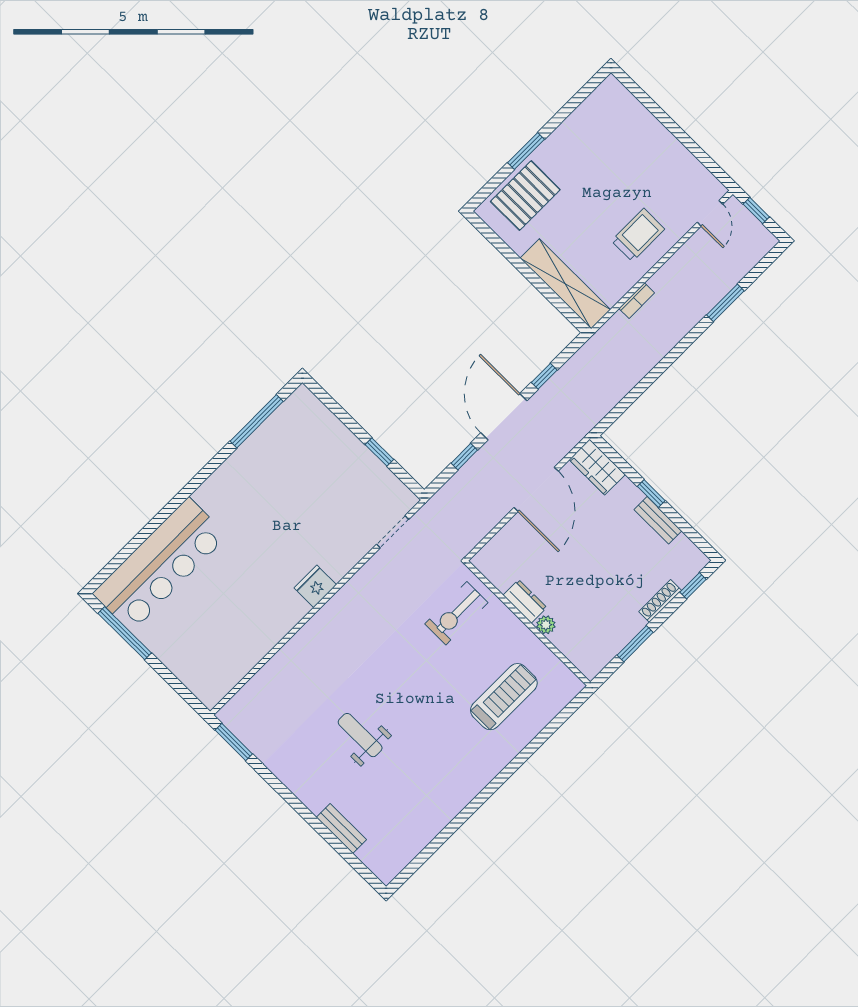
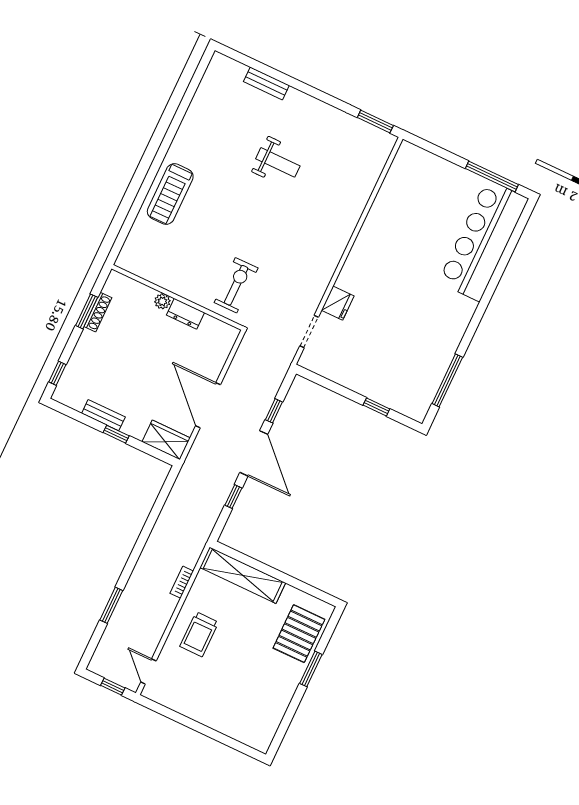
window: (379, 452) -> (376, 407), moved
fridge: (315, 586) -> (338, 303), moved
shoe rack: (660, 601) -> (98, 312), moved
treadmill: (504, 697) -> (170, 194), moved

